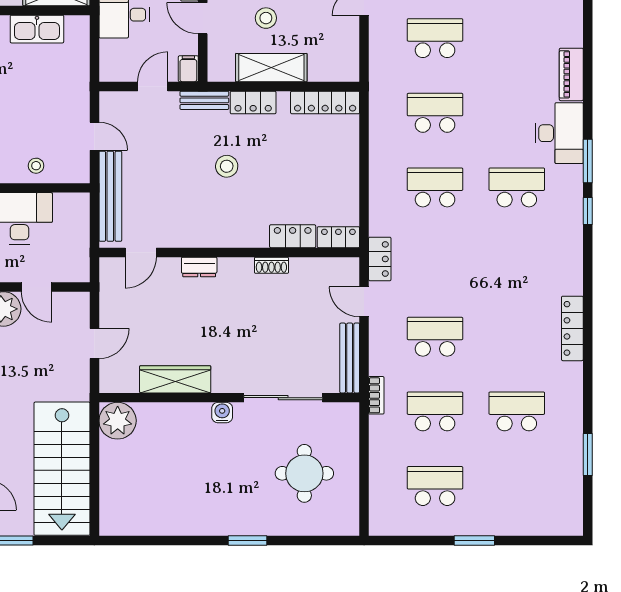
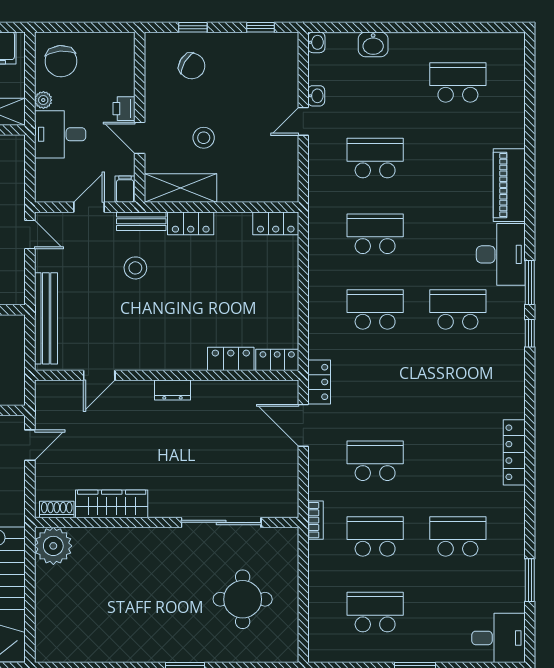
shelving: (271, 68) -> (180, 188), moved
piano: (571, 74) -> (509, 185), width x1.37, depth x1.33
locker: (325, 102) -> (276, 223), width x0.66
door: (94, 136) -> (30, 234), moved
stool: (227, 166) -> (135, 268), moved
door: (141, 252) -> (99, 375), moved
shoe rack: (271, 265) -> (57, 510), moved, turned 180
dresser: (199, 267) -> (172, 390), moved
door: (364, 302) -> (303, 425), width x1.37
door: (94, 343) -> (30, 445), moved
bench: (350, 358) -> (289, 482), removed
water cooler: (222, 413) -> (159, 538), removed
desk: (557, 512) -> (498, 638), added

